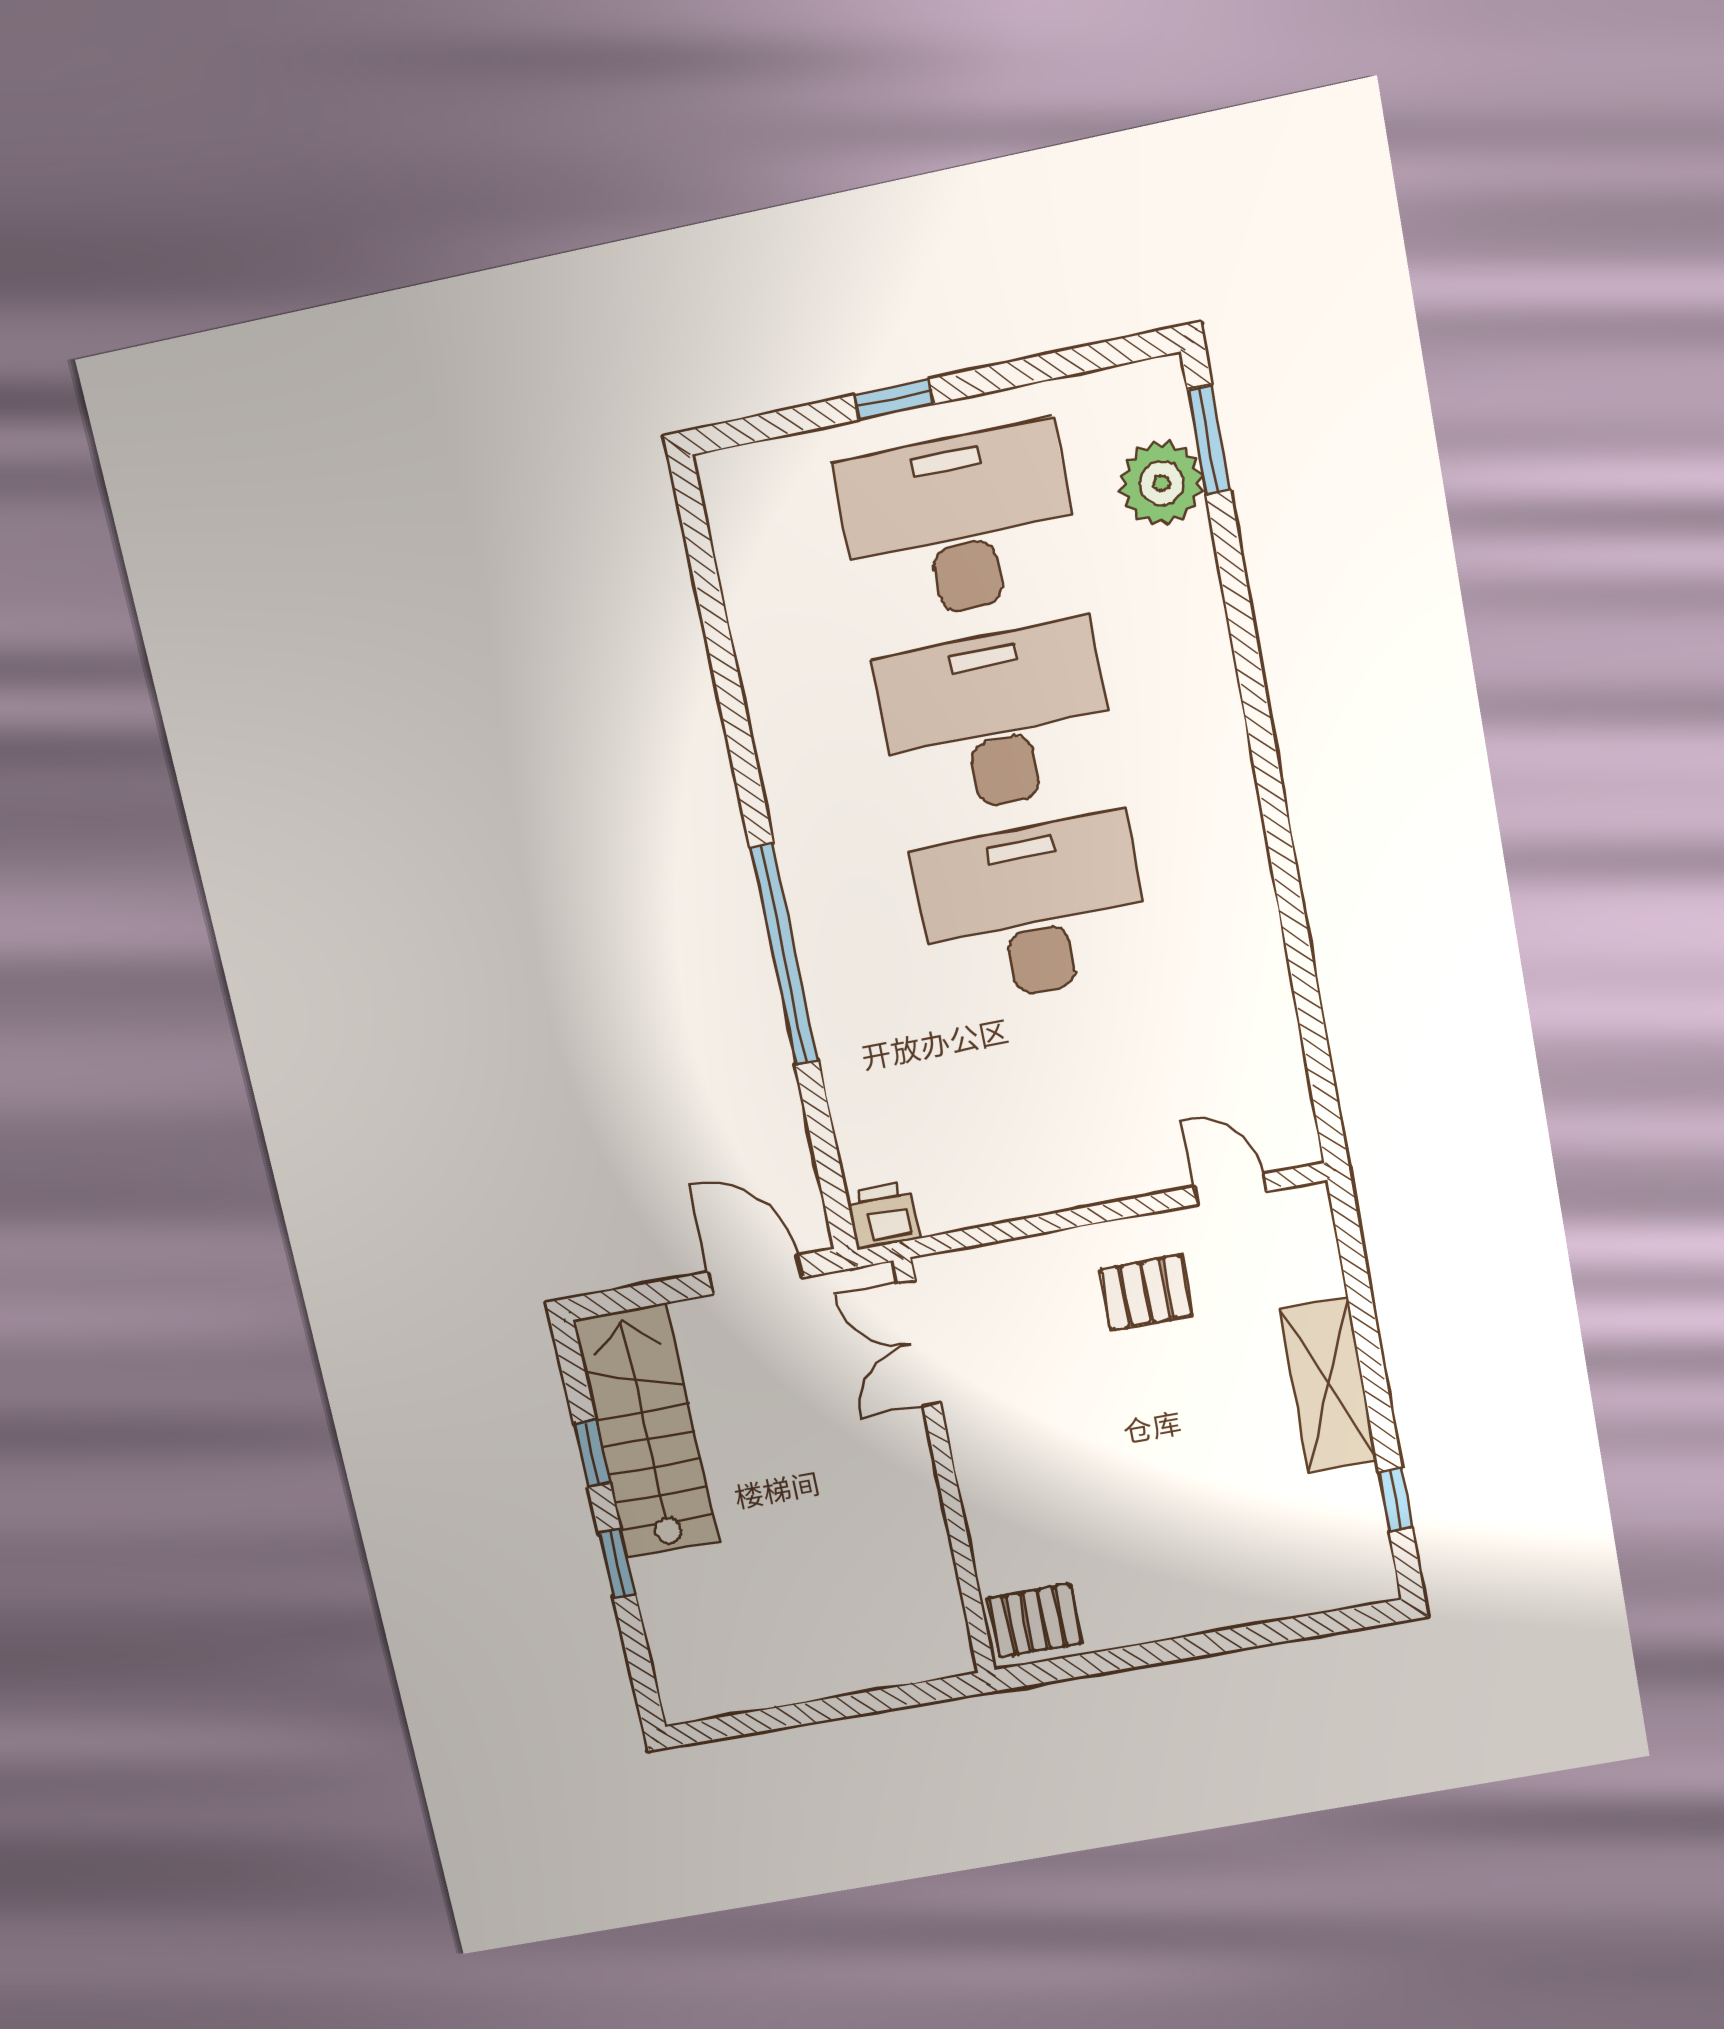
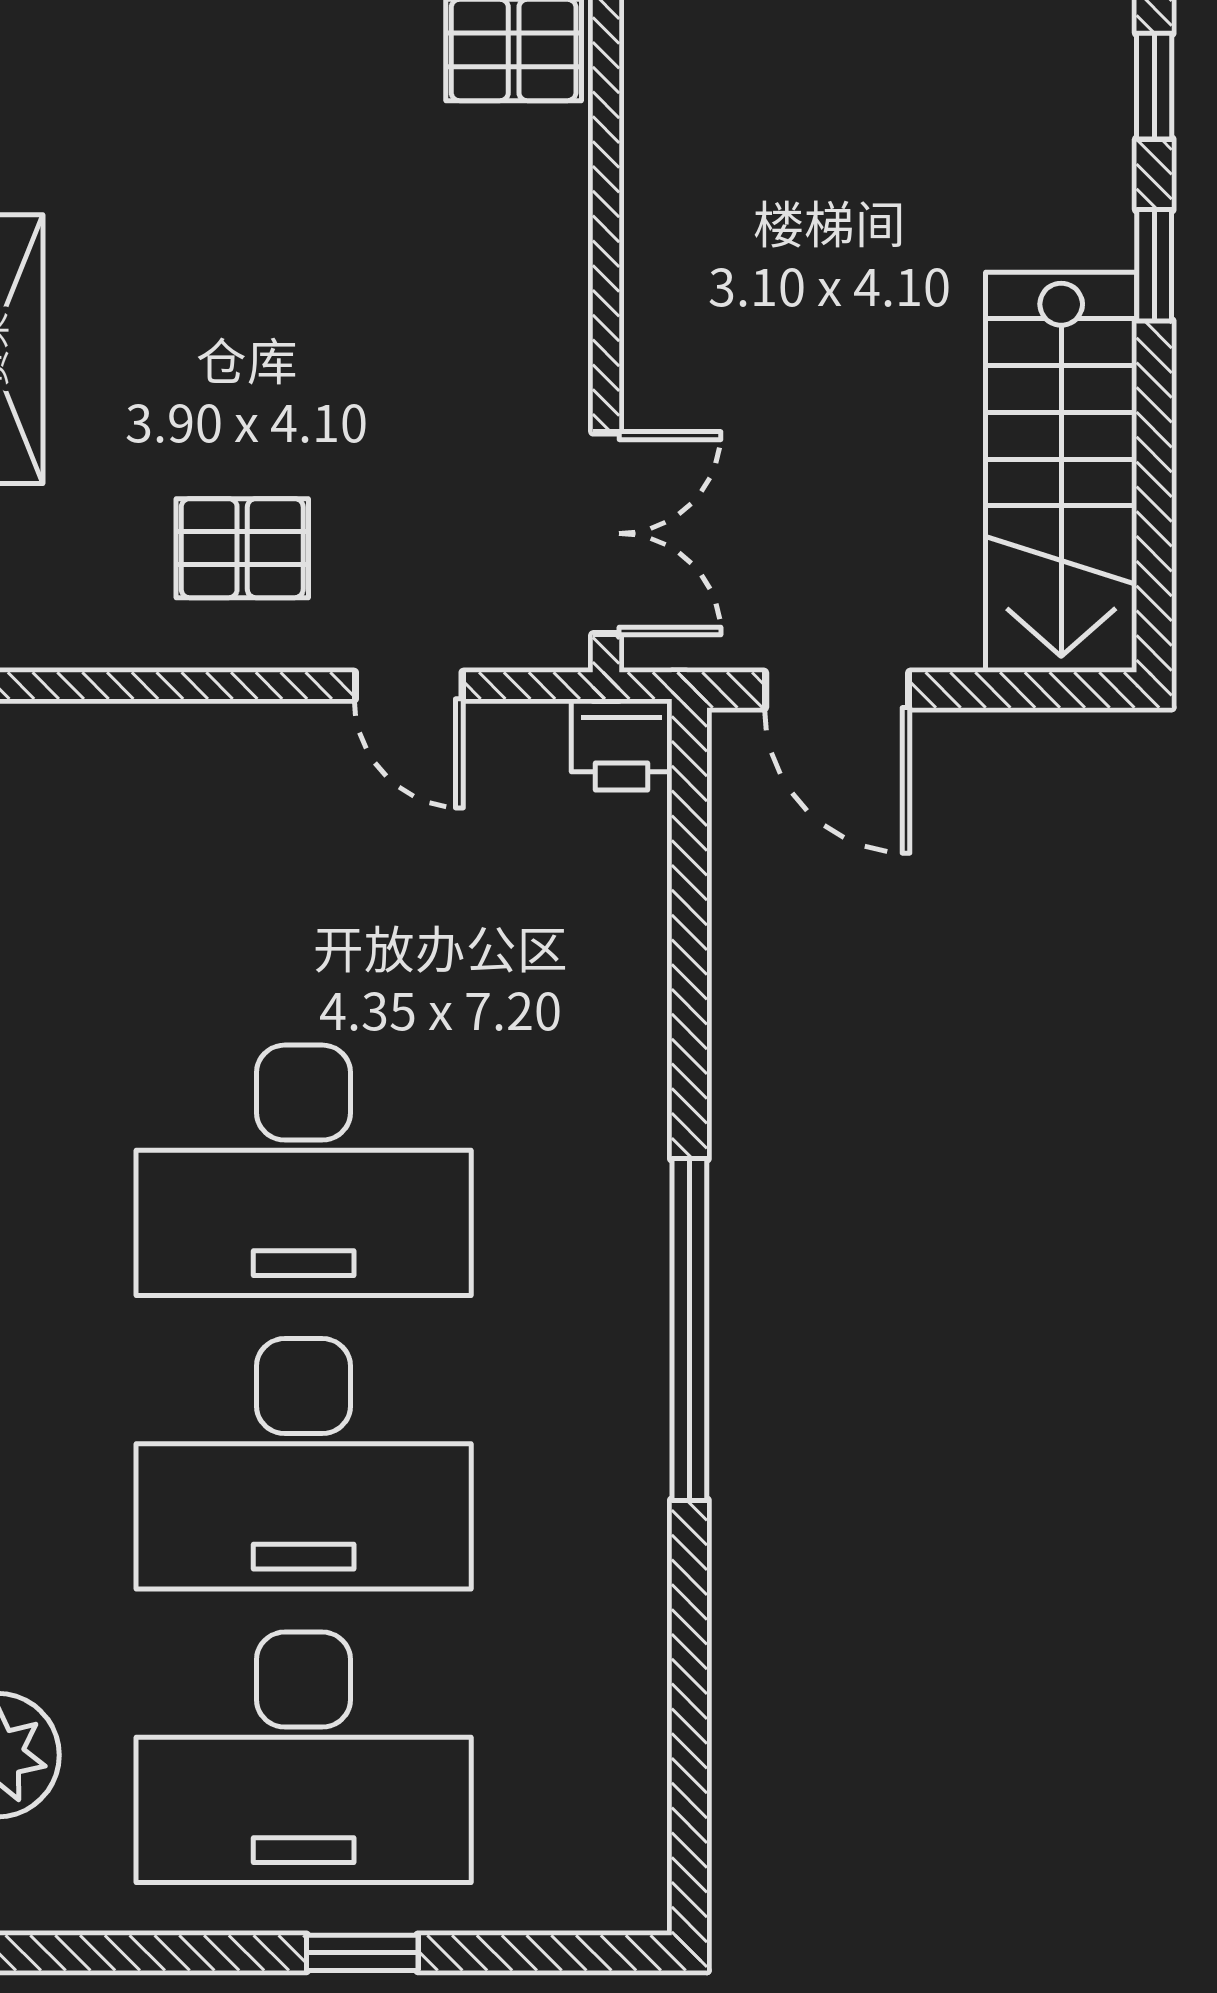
window: (784, 955) -> (689, 1329), moved
door: (1230, 1189) -> (409, 686), moved
window: (592, 1453) -> (1154, 86), moved

